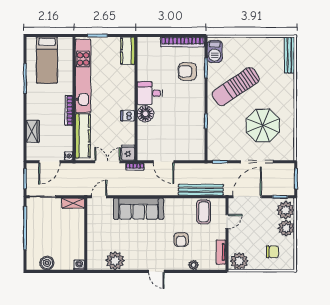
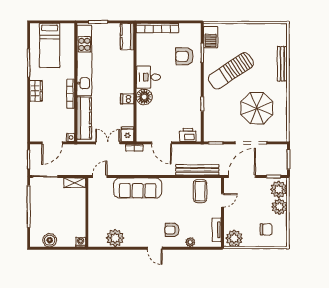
bookcase: (183, 42) -> (157, 28), moved
bench: (289, 55) -> (282, 64), moved
wardrobe: (33, 131) -> (36, 91), moved
printer: (191, 153) -> (188, 135), added
armchair: (181, 240) -> (172, 230), moved, turned 90

